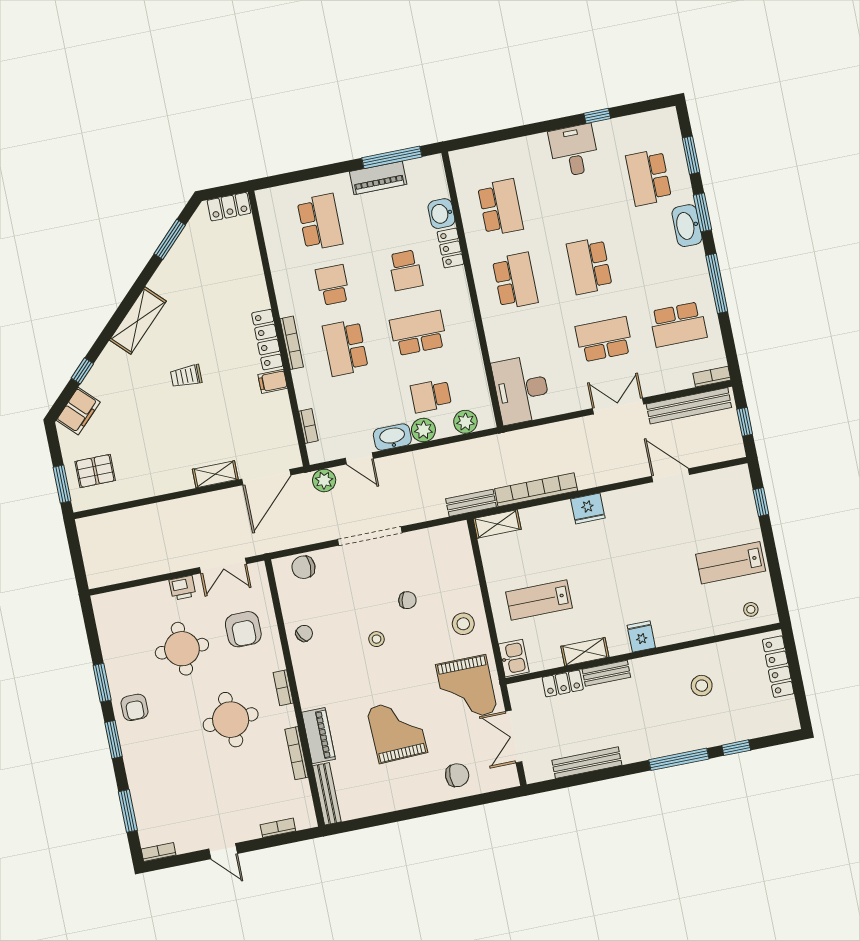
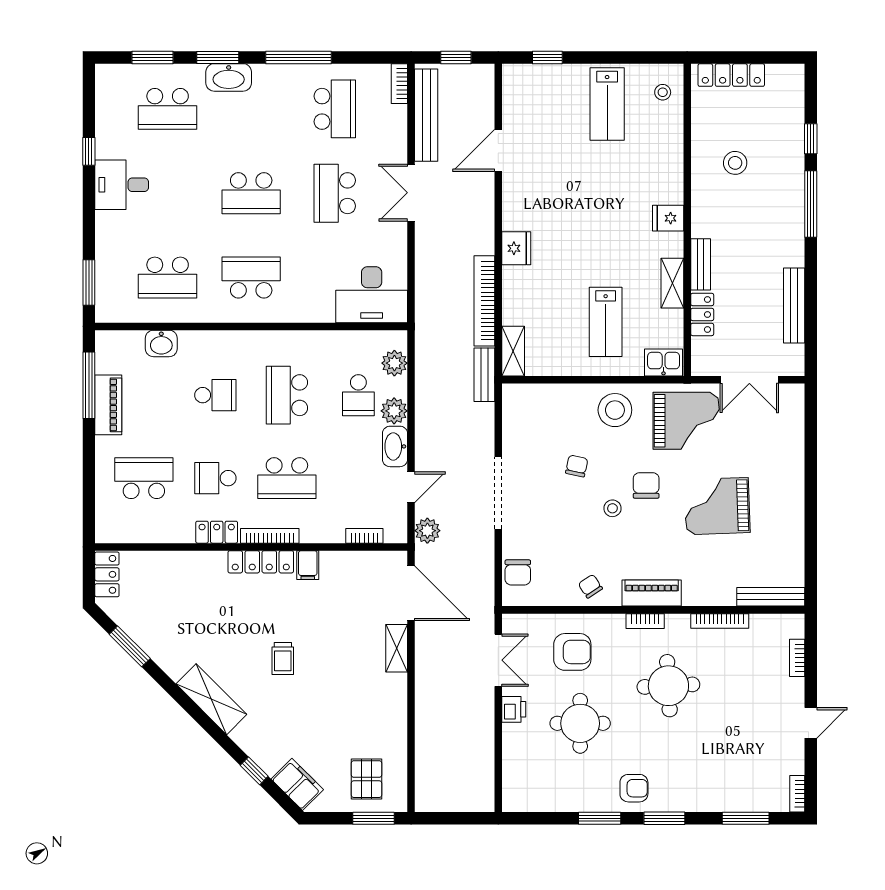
window: (482, 139) -> (89, 282), added
school desk: (500, 207) -> (168, 278), turned 180
locker: (450, 248) -> (217, 532), moved, turned 180
stool: (463, 624) -> (615, 410), width x1.38, depth x1.38
piano: (319, 736) -> (652, 593), moved
chair: (457, 775) -> (646, 485), moved

